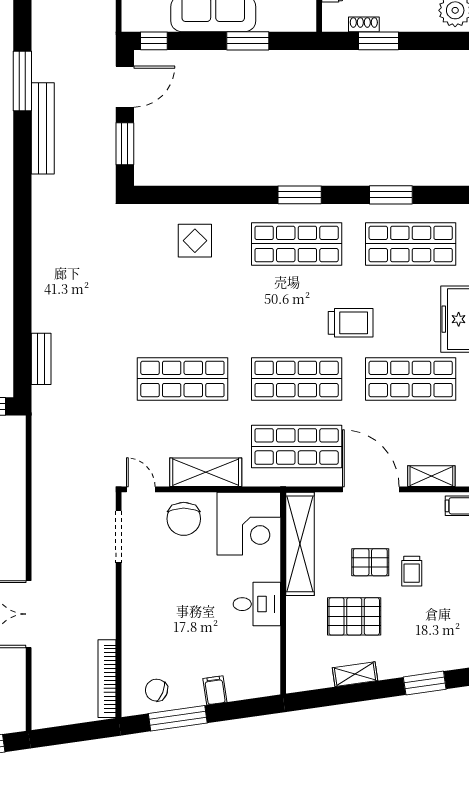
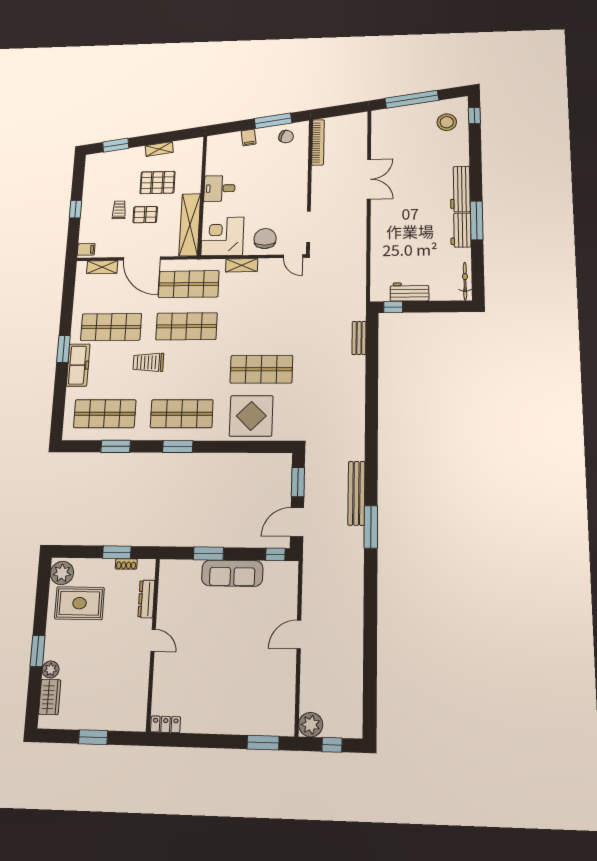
display table: (195, 241) -> (251, 416), width x1.86, depth x1.86
shop shelf: (182, 379) -> (261, 369), moved
shelving: (206, 472) -> (242, 265), width x0.67, depth x0.75

